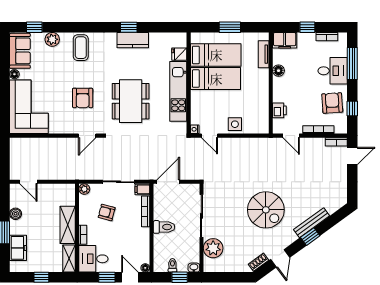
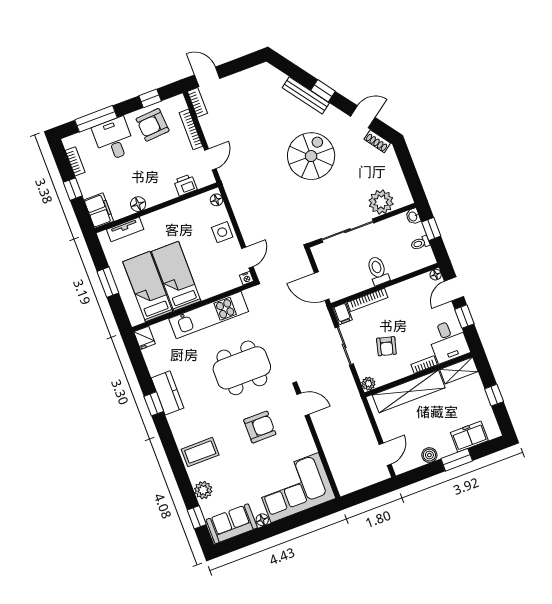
fridge: (179, 54) -> (145, 338), moved
floor lamp: (260, 129) -> (216, 200), added
shelving: (68, 225) -> (409, 391), width x1.47

